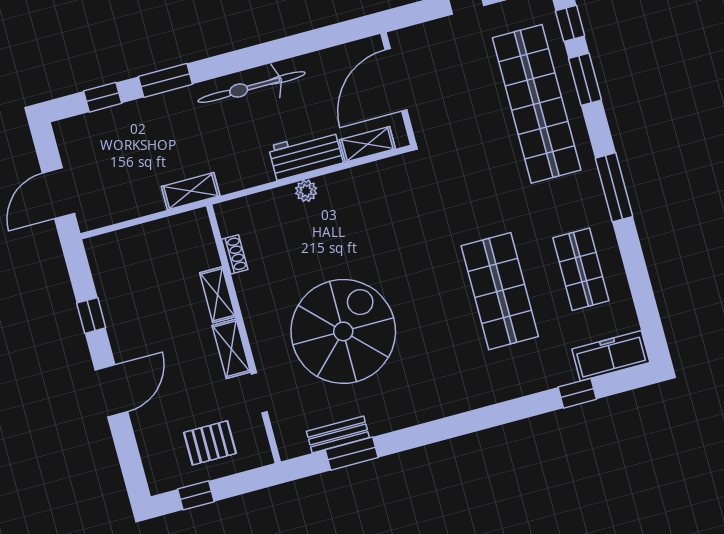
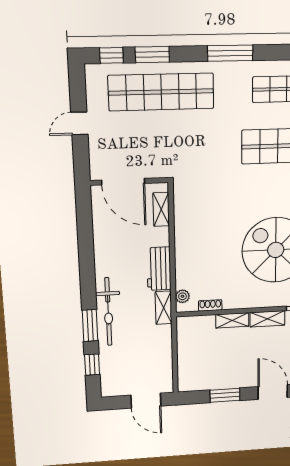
bicycle: (252, 87) -> (108, 312), moved
workbench: (306, 155) -> (159, 269), moved
shelving: (191, 191) -> (164, 308), moved
plant: (306, 191) -> (182, 296), moved
window: (91, 315) -> (225, 395), width x1.50

